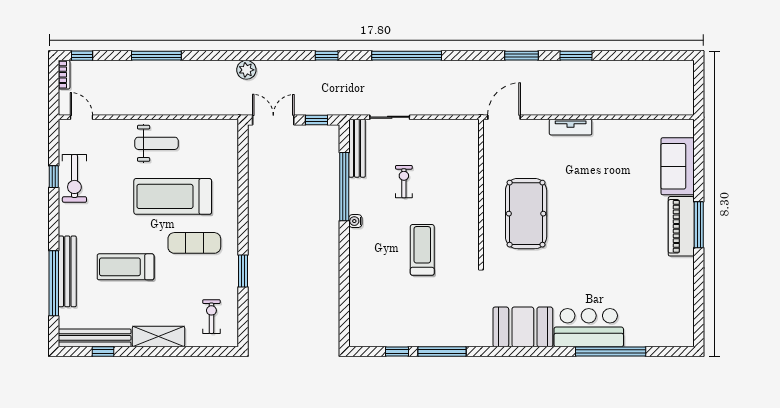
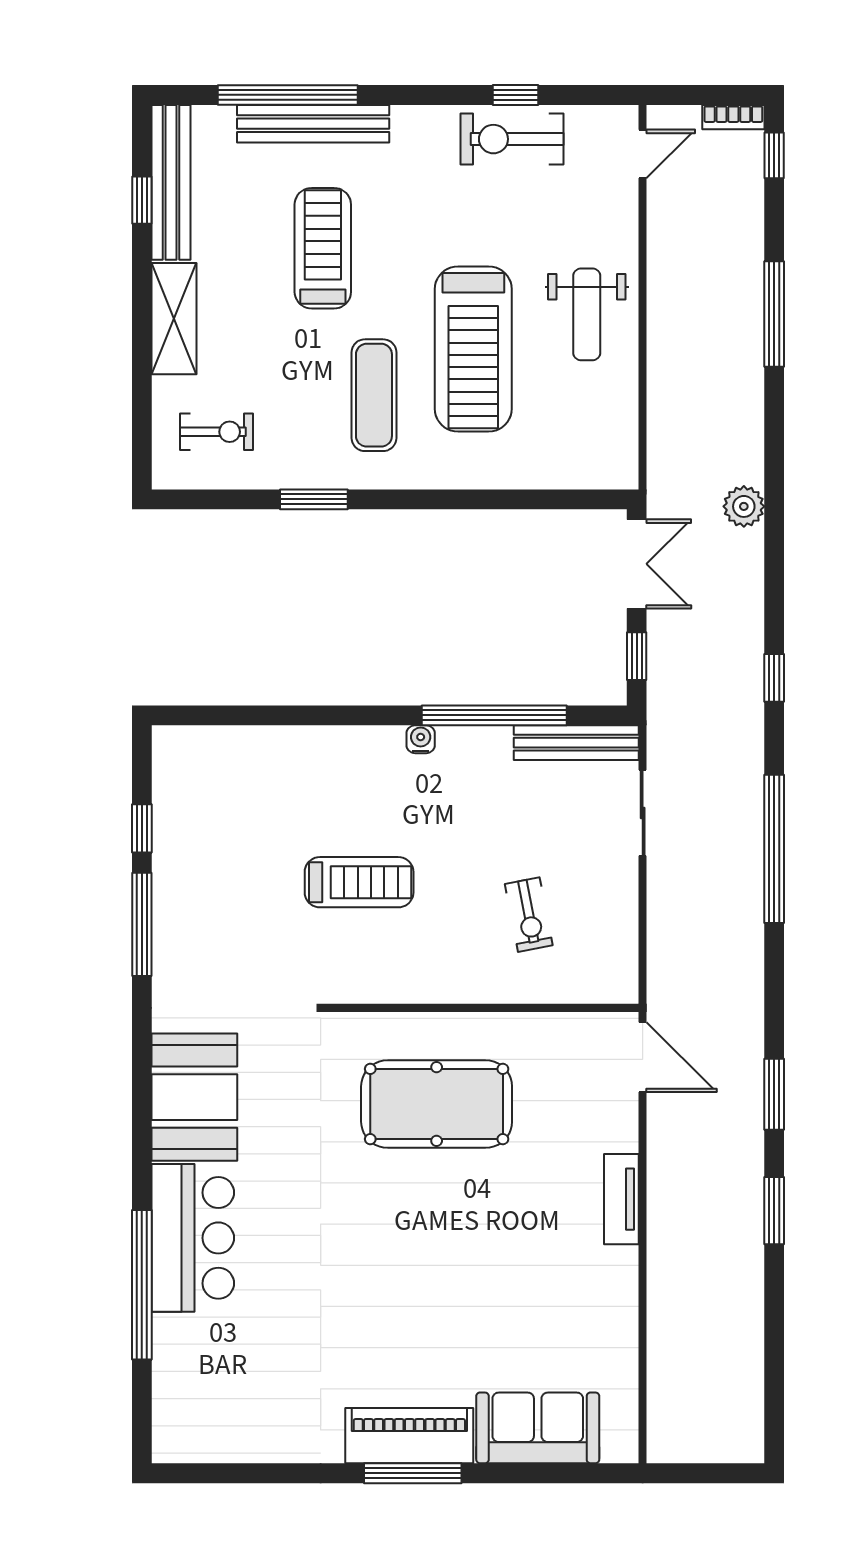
exercise bike: (404, 182) -> (529, 915), moved, turned 79
treadmill: (173, 196) -> (473, 349), turned 180

